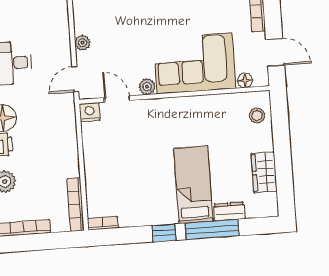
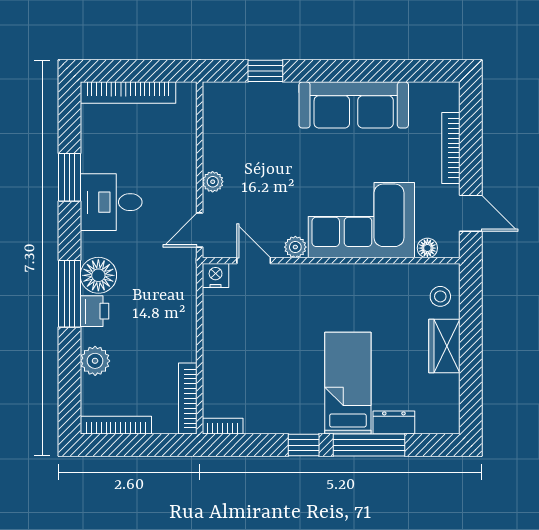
wardrobe: (264, 172) -> (444, 346), moved

